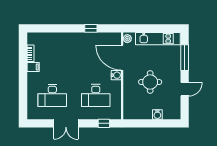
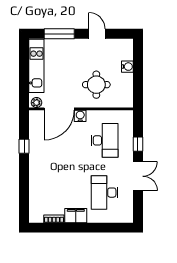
filing cabinet: (33, 67) -> (76, 216), width x2.00
round table: (150, 82) -> (96, 85), moved
desk: (52, 96) -> (105, 193), turned 180
window: (104, 123) -> (138, 144), moved

